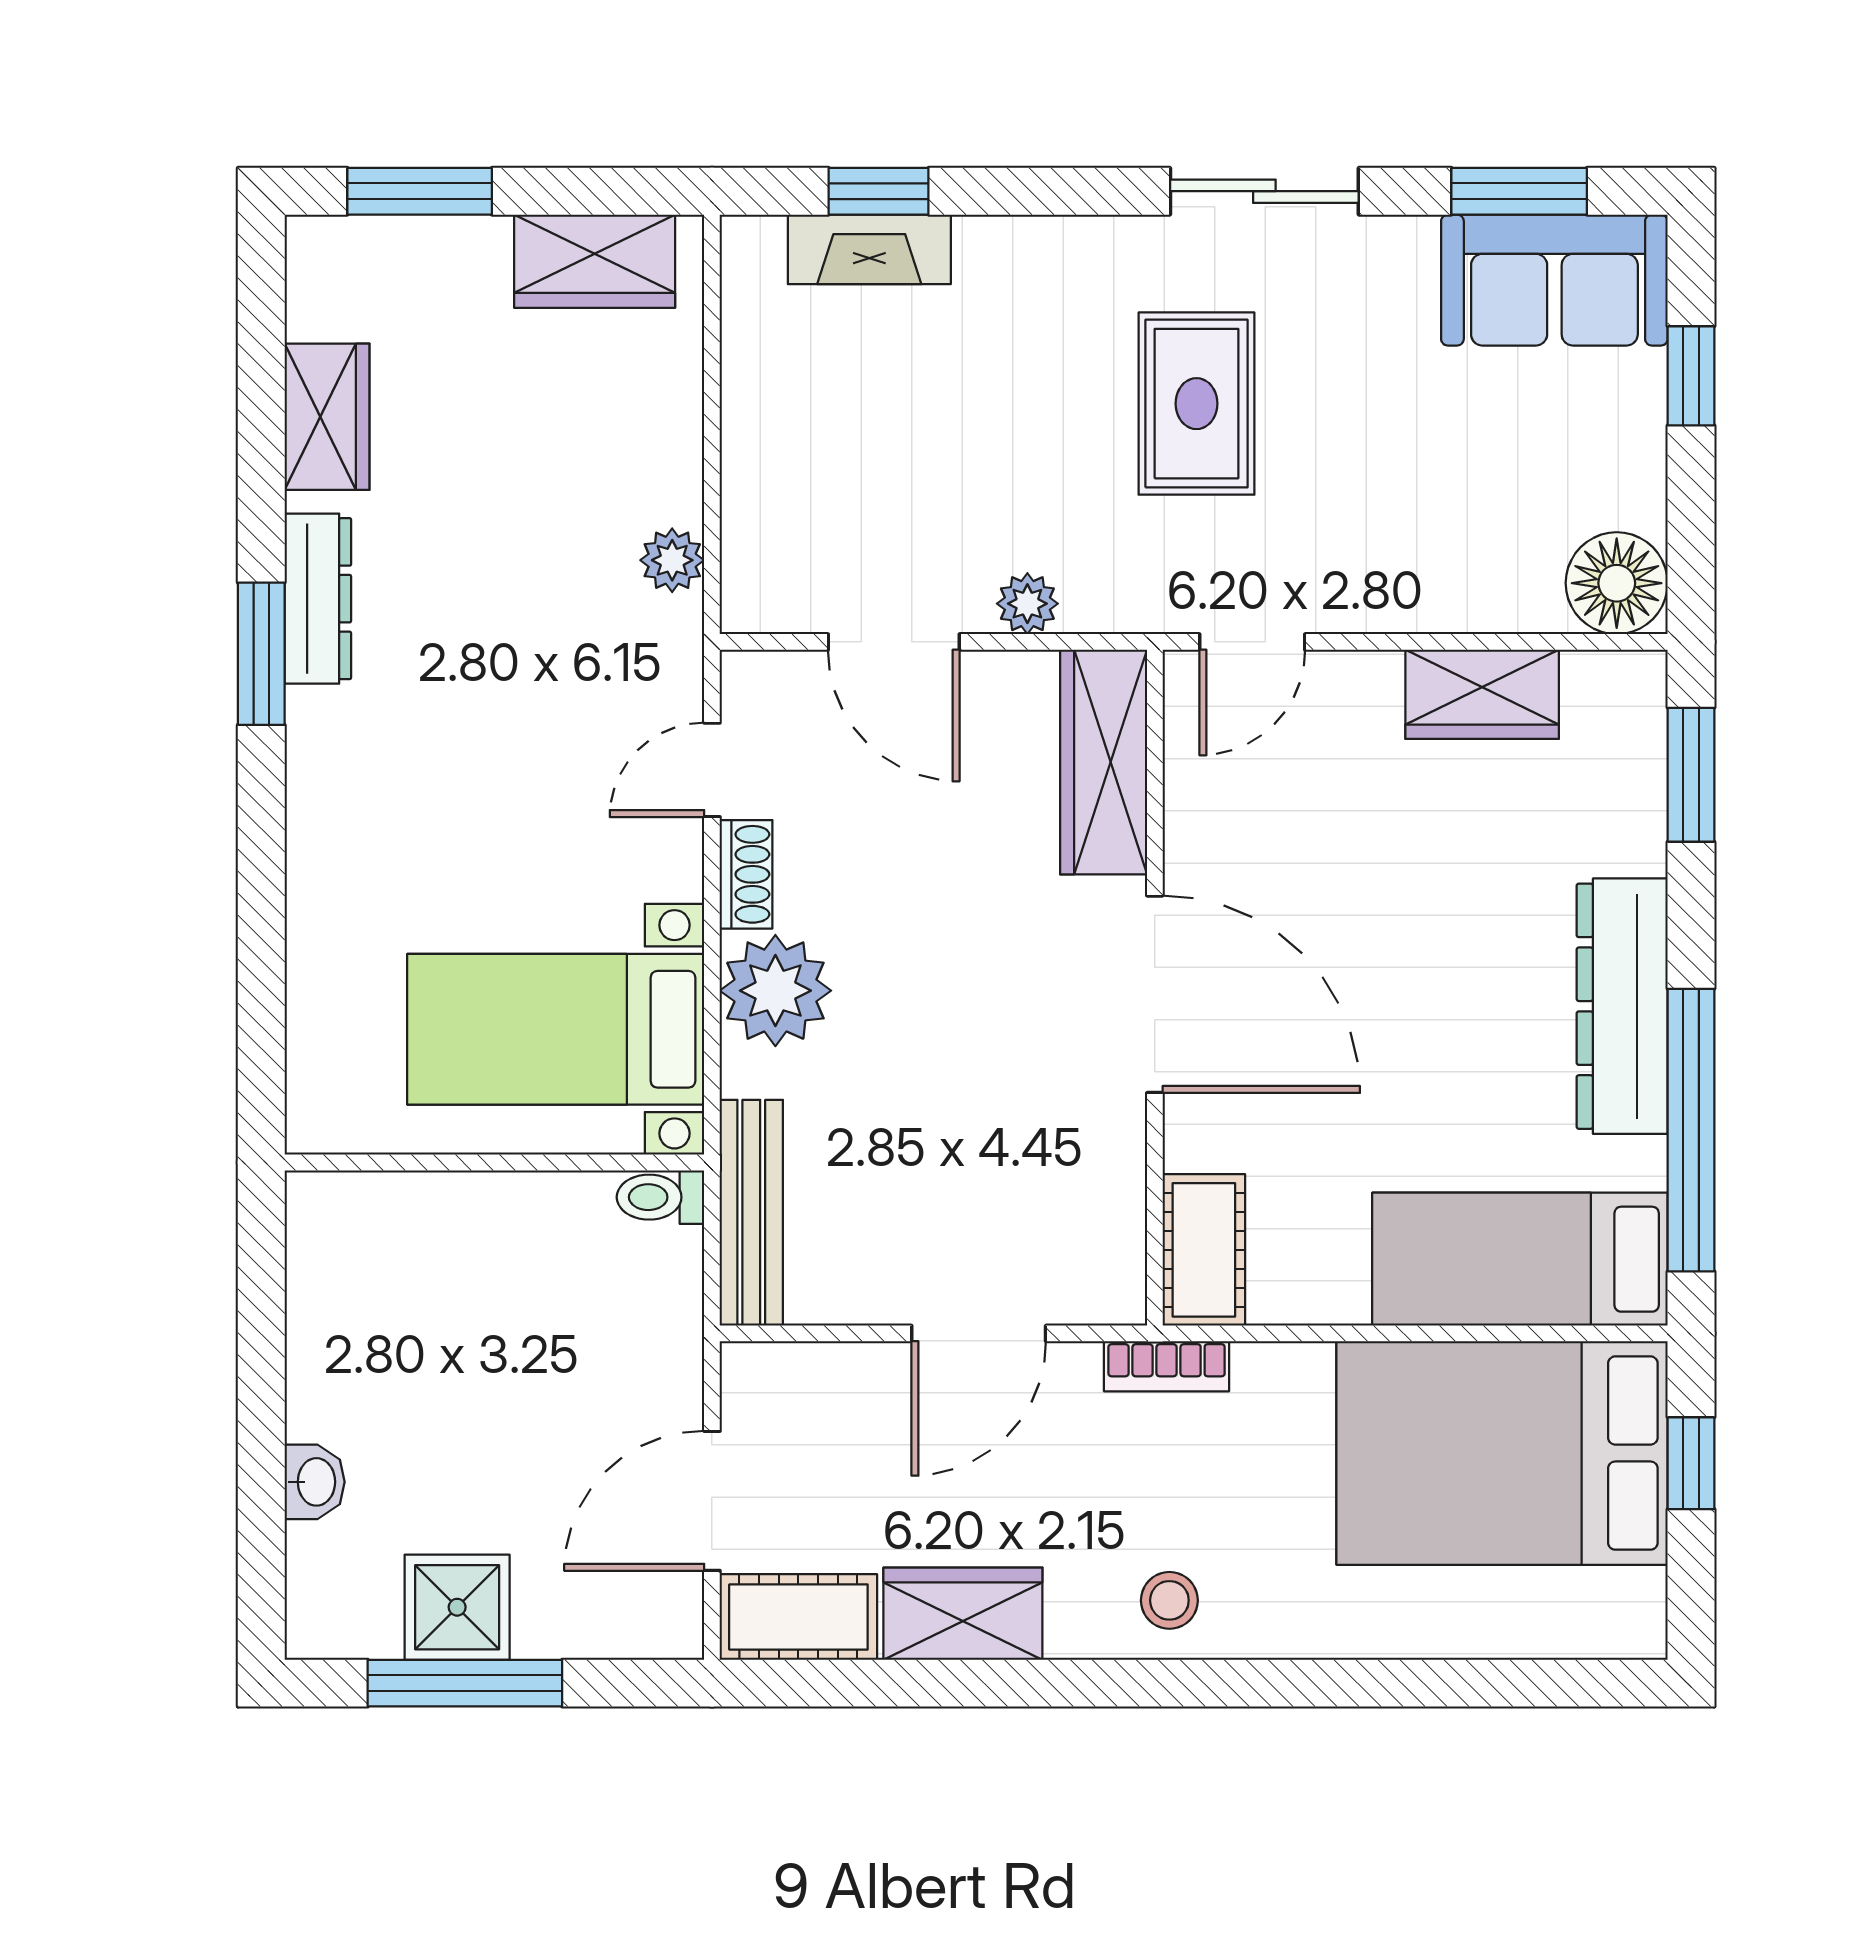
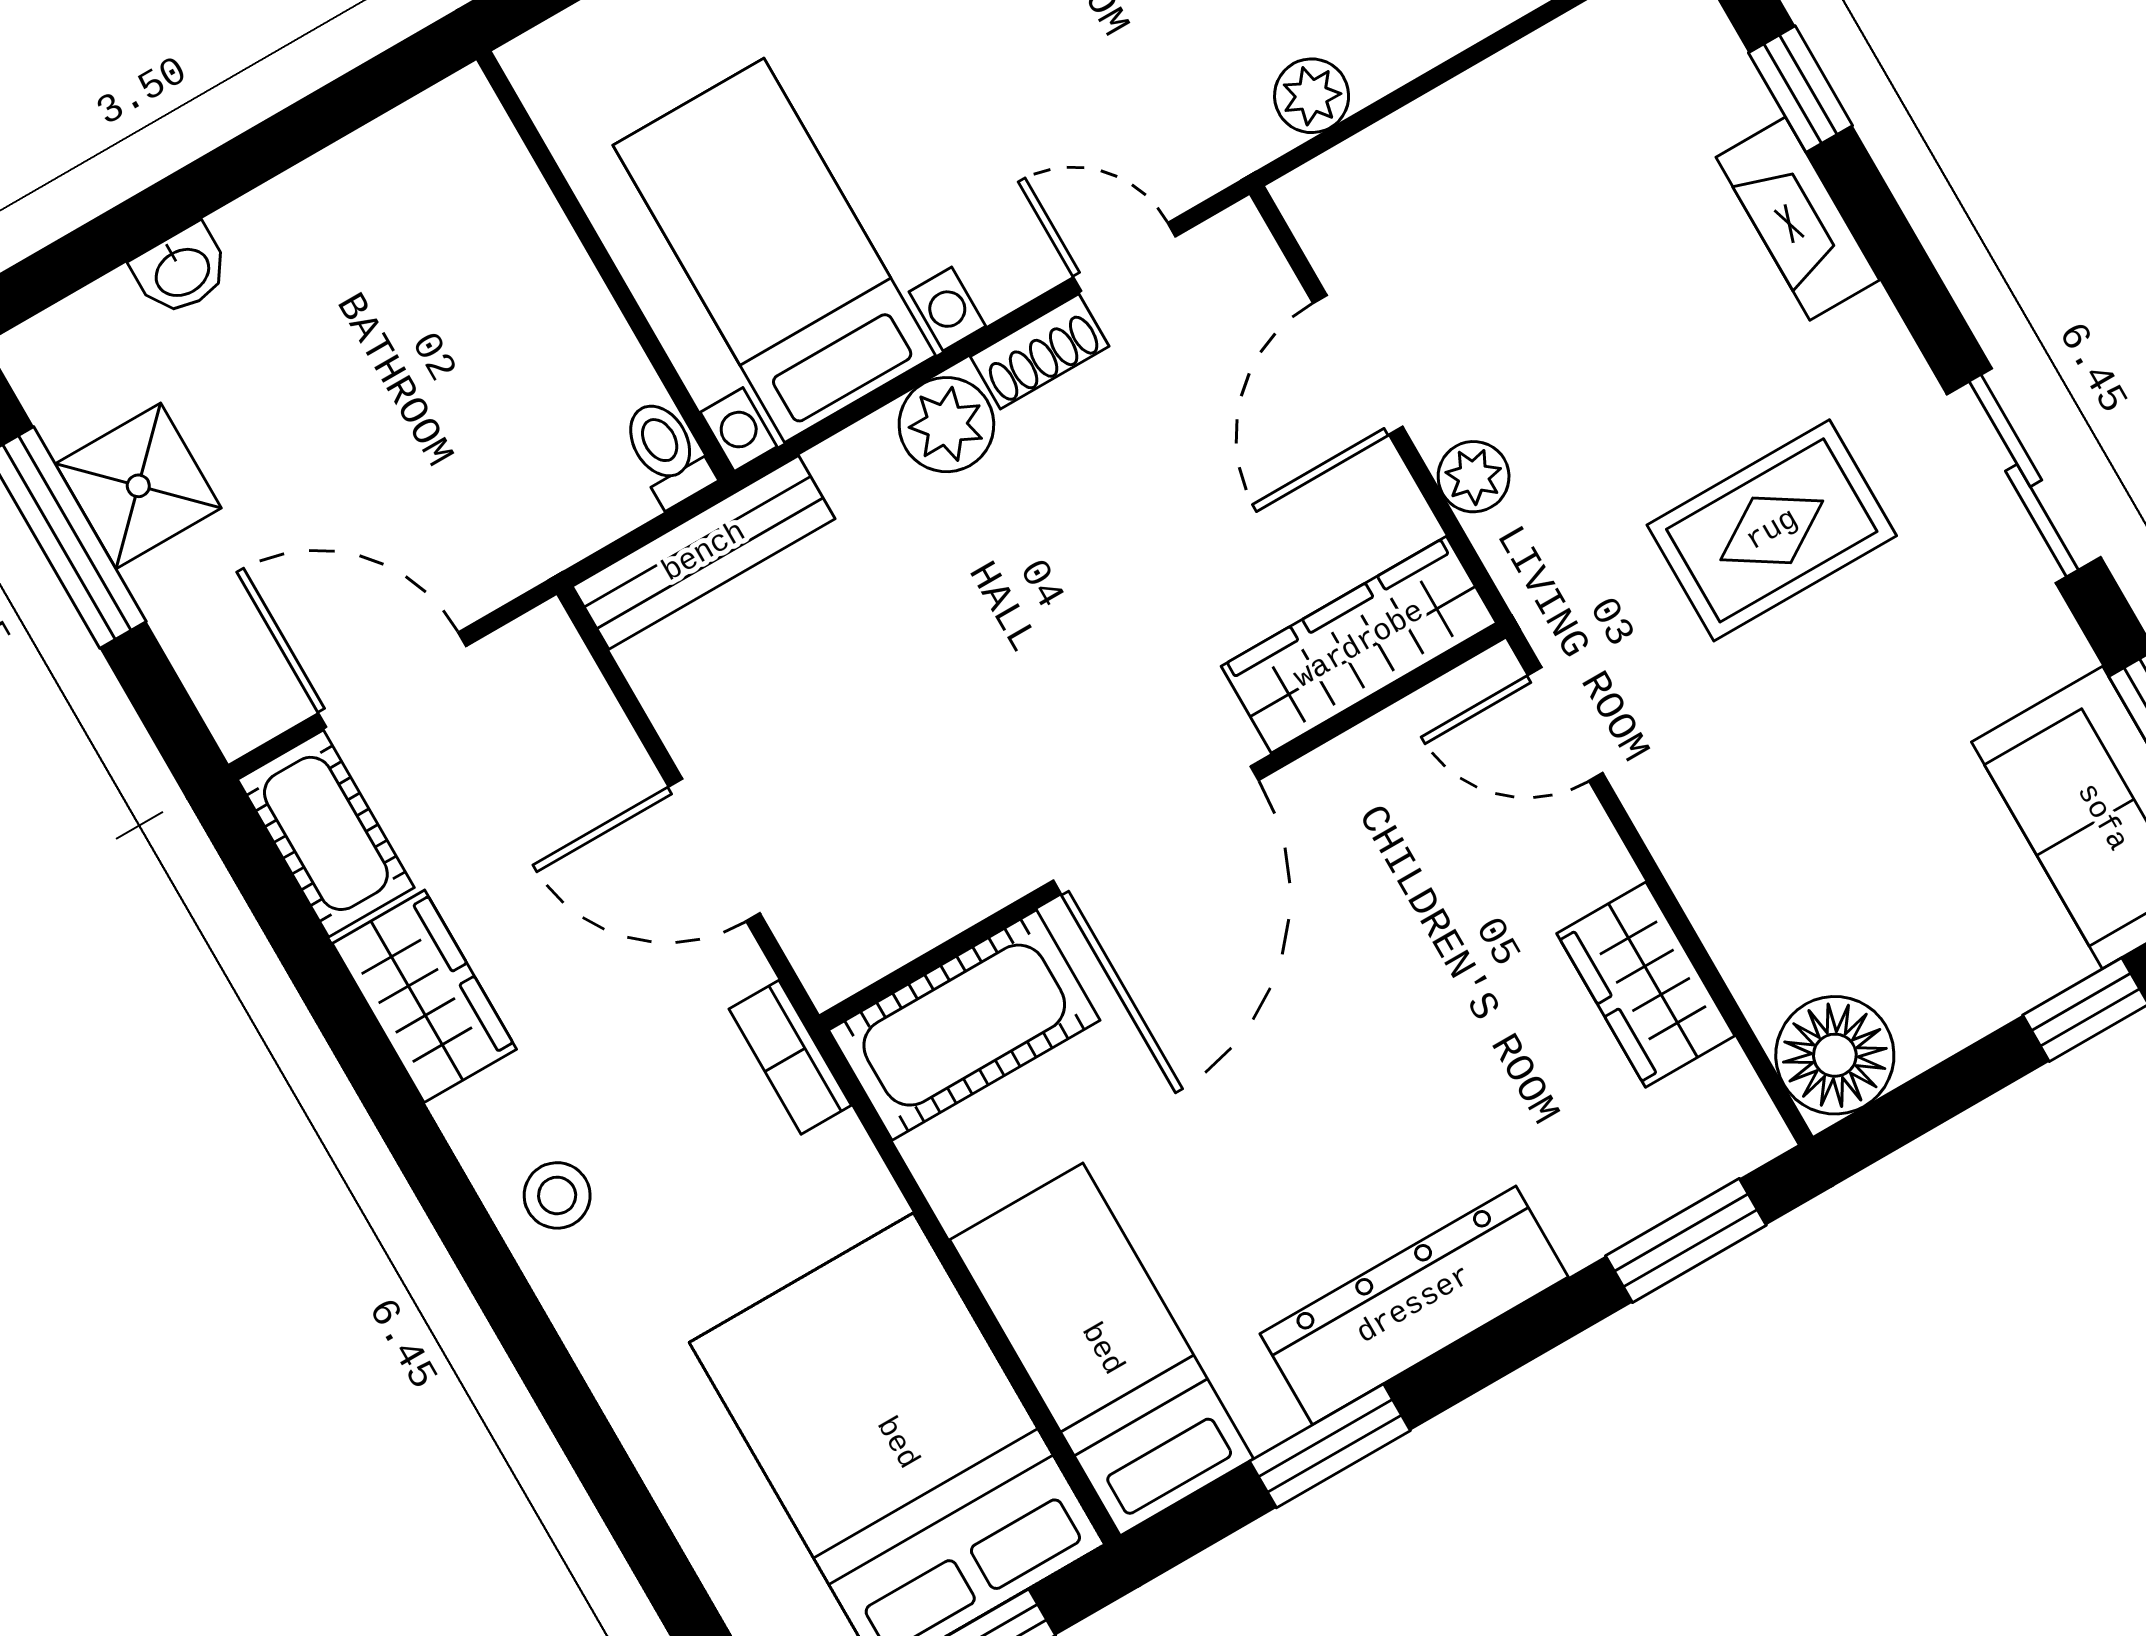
fireplace: (869, 249) -> (1798, 219), moved
plant: (775, 991) -> (946, 425), width x0.73, depth x0.73
window: (1691, 1130) -> (1330, 1446), width x0.47
cot: (1204, 1250) -> (964, 1025), width x1.37, depth x1.34

